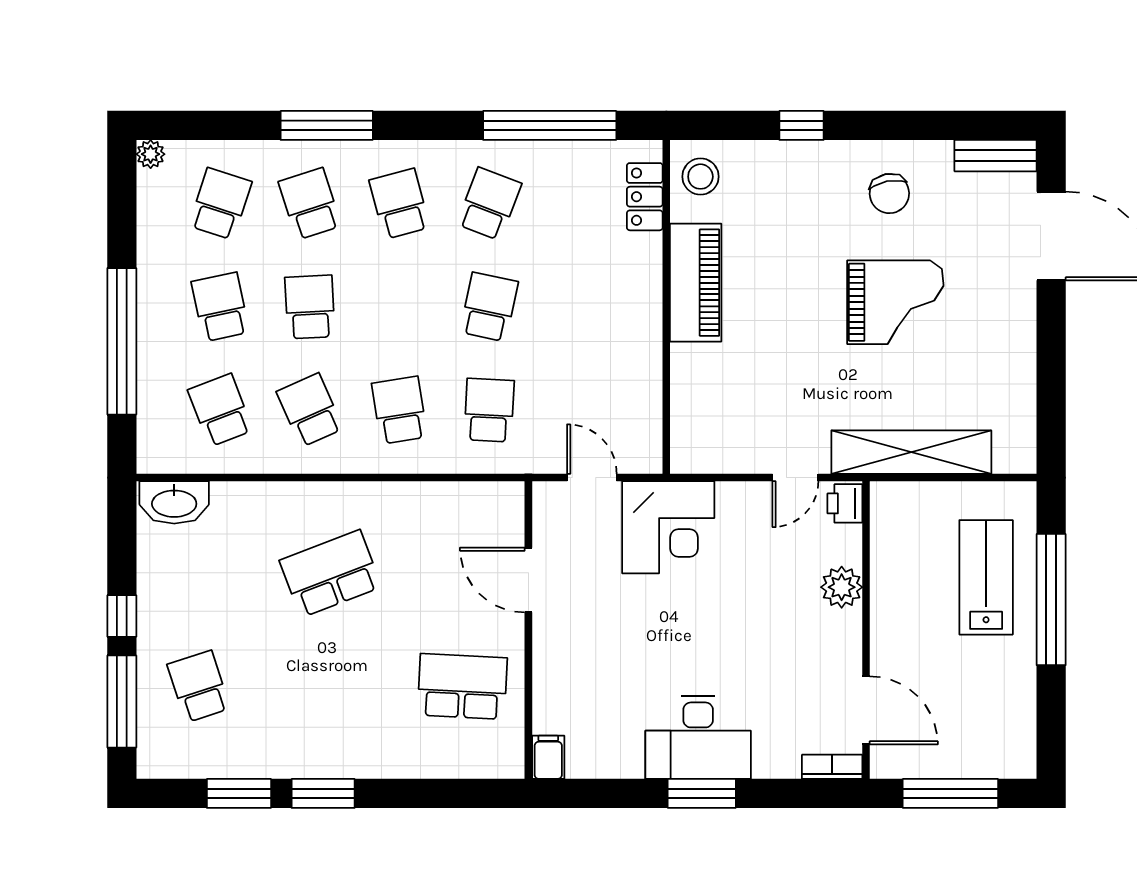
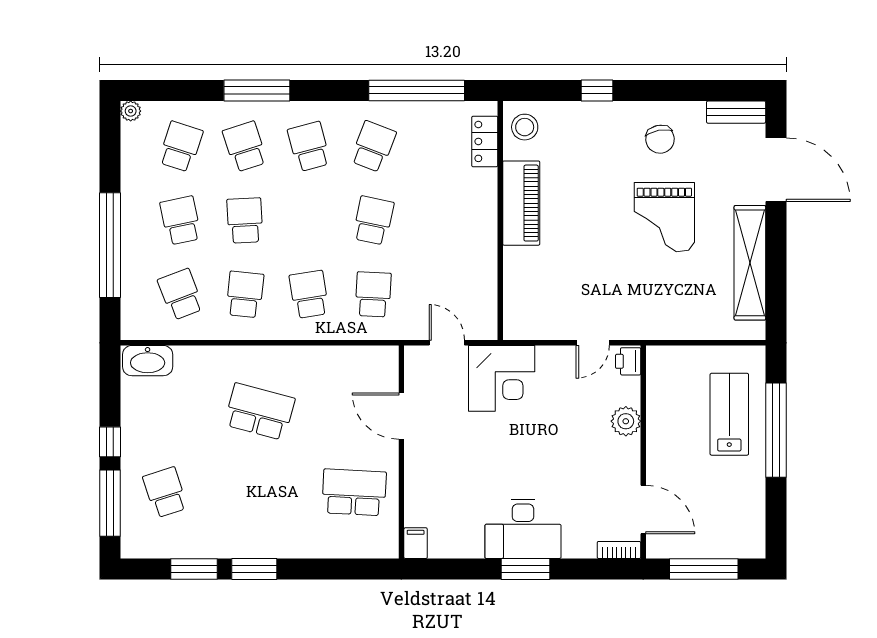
grand piano: (895, 302) -> (664, 217), turned 90
school desk: (310, 410) -> (245, 294), turned 30
shelving: (911, 452) -> (750, 263), moved, turned 90
school desk: (331, 574) -> (260, 412), turned 36

